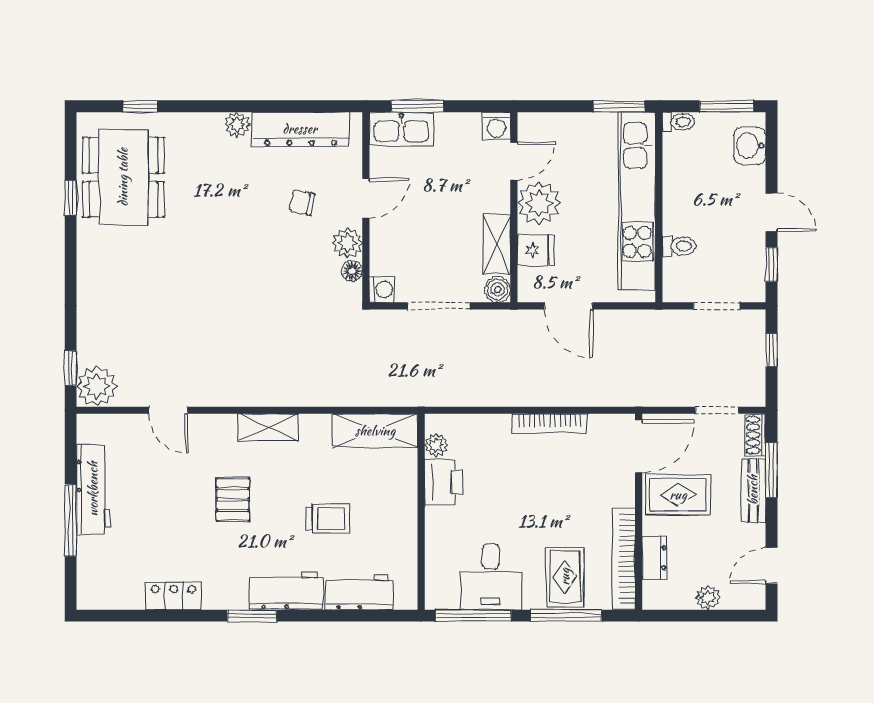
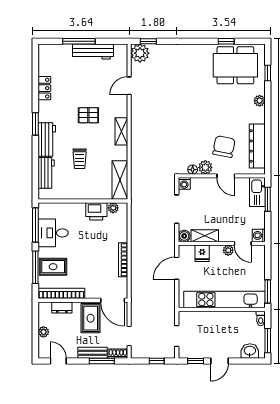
plant: (237, 124) -> (260, 101), moved
chair: (302, 202) -> (224, 147), width x1.87, depth x1.87
plant: (539, 203) -> (228, 250), width x0.53, depth x0.53
toilet: (679, 246) -> (204, 319), removed

